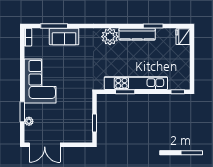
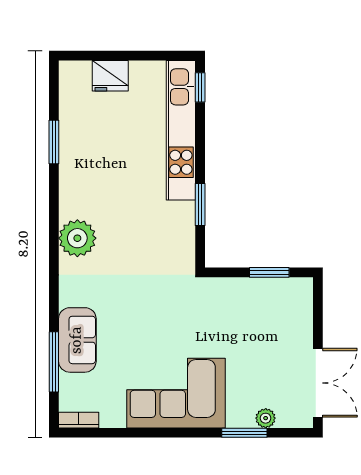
kitchen counter: (137, 34) -> (72, 178), removed
fridge: (183, 37) -> (110, 76), moved
kitchen unit: (136, 83) -> (181, 130), moved

